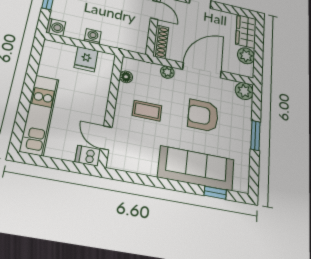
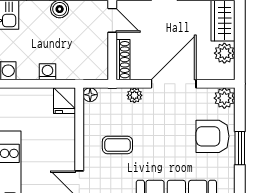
fridge: (86, 59) -> (65, 101), moved
floor lamp: (126, 77) -> (90, 95), moved
armchair: (203, 116) -> (213, 136), moved

